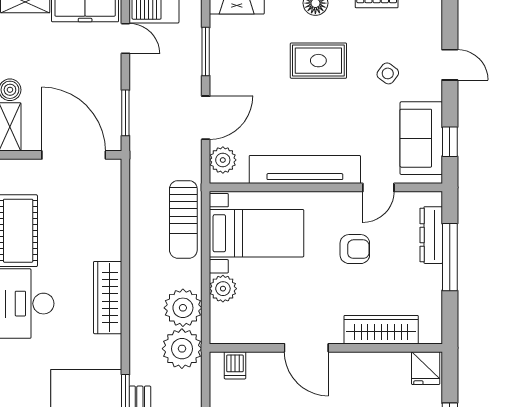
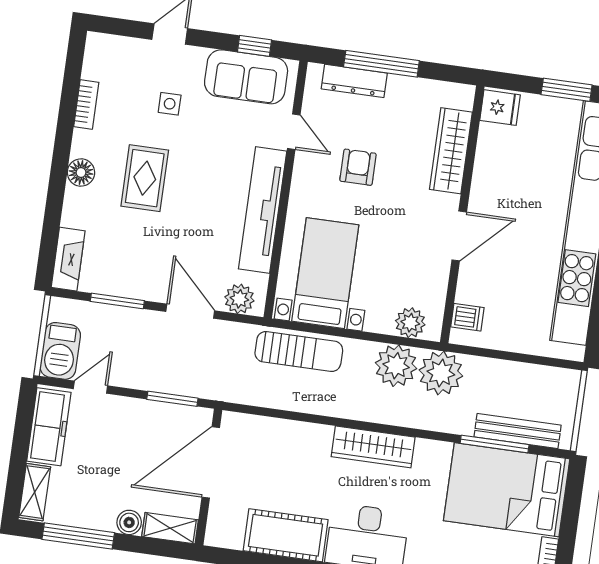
side table: (388, 73) -> (170, 104), turned -37
plant: (223, 289) -> (410, 323), moved

